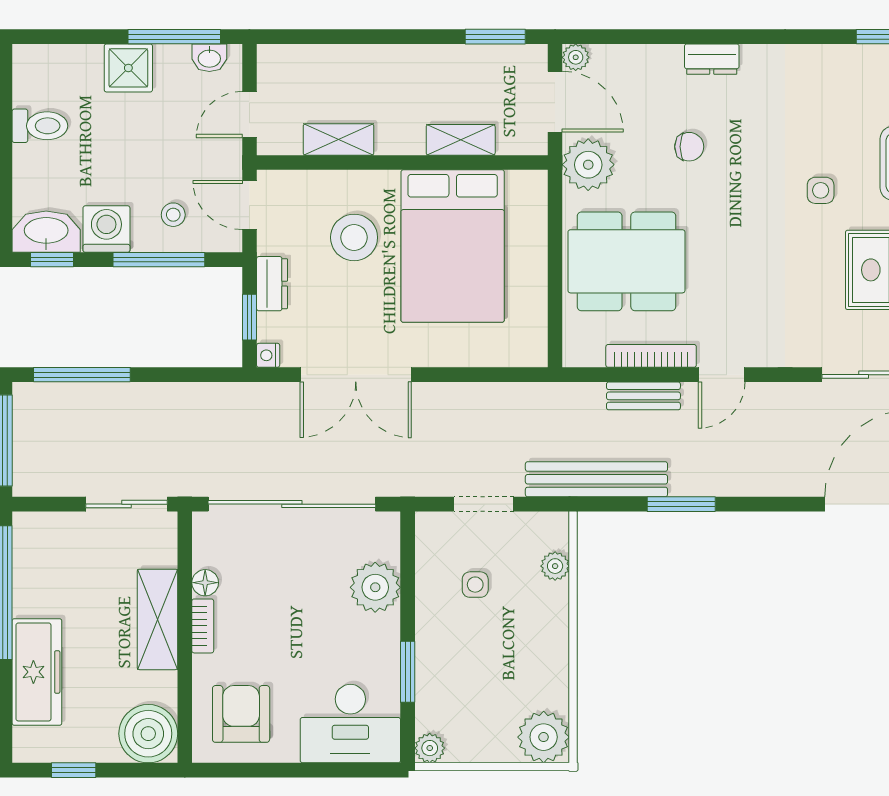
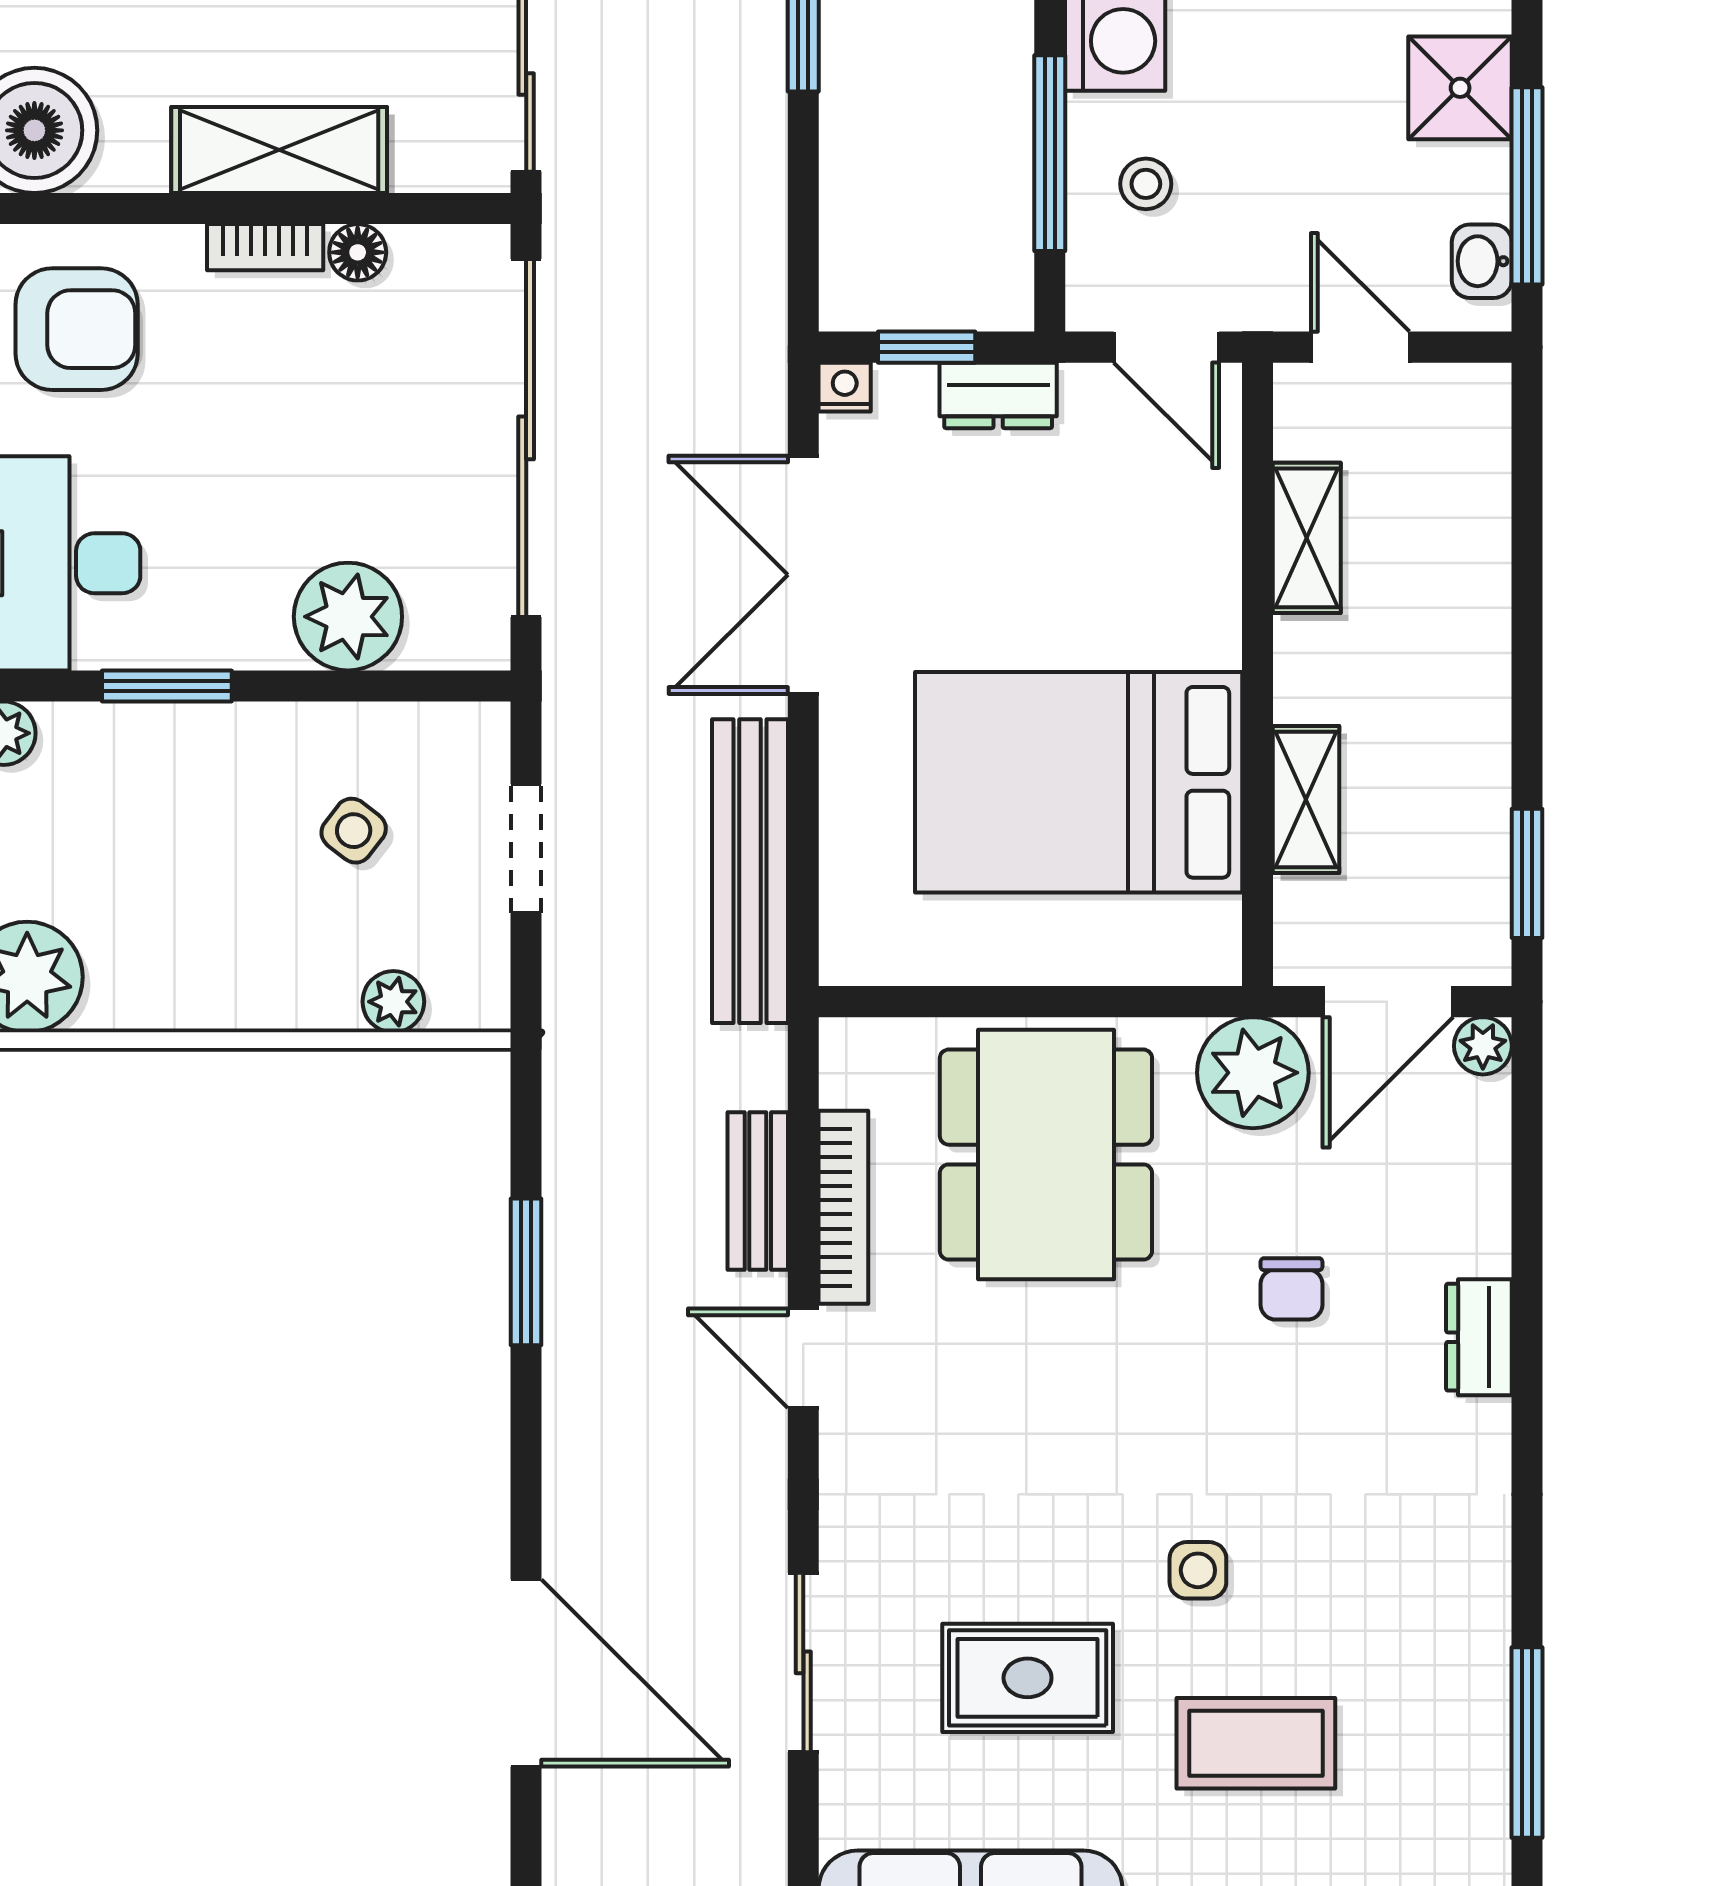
door: (249, 205) -> (1166, 347), swing flipped
stool: (354, 237) -> (1097, 571), removed
bench: (596, 479) -> (750, 871), moved
side table: (475, 585) -> (354, 831), turned 38

